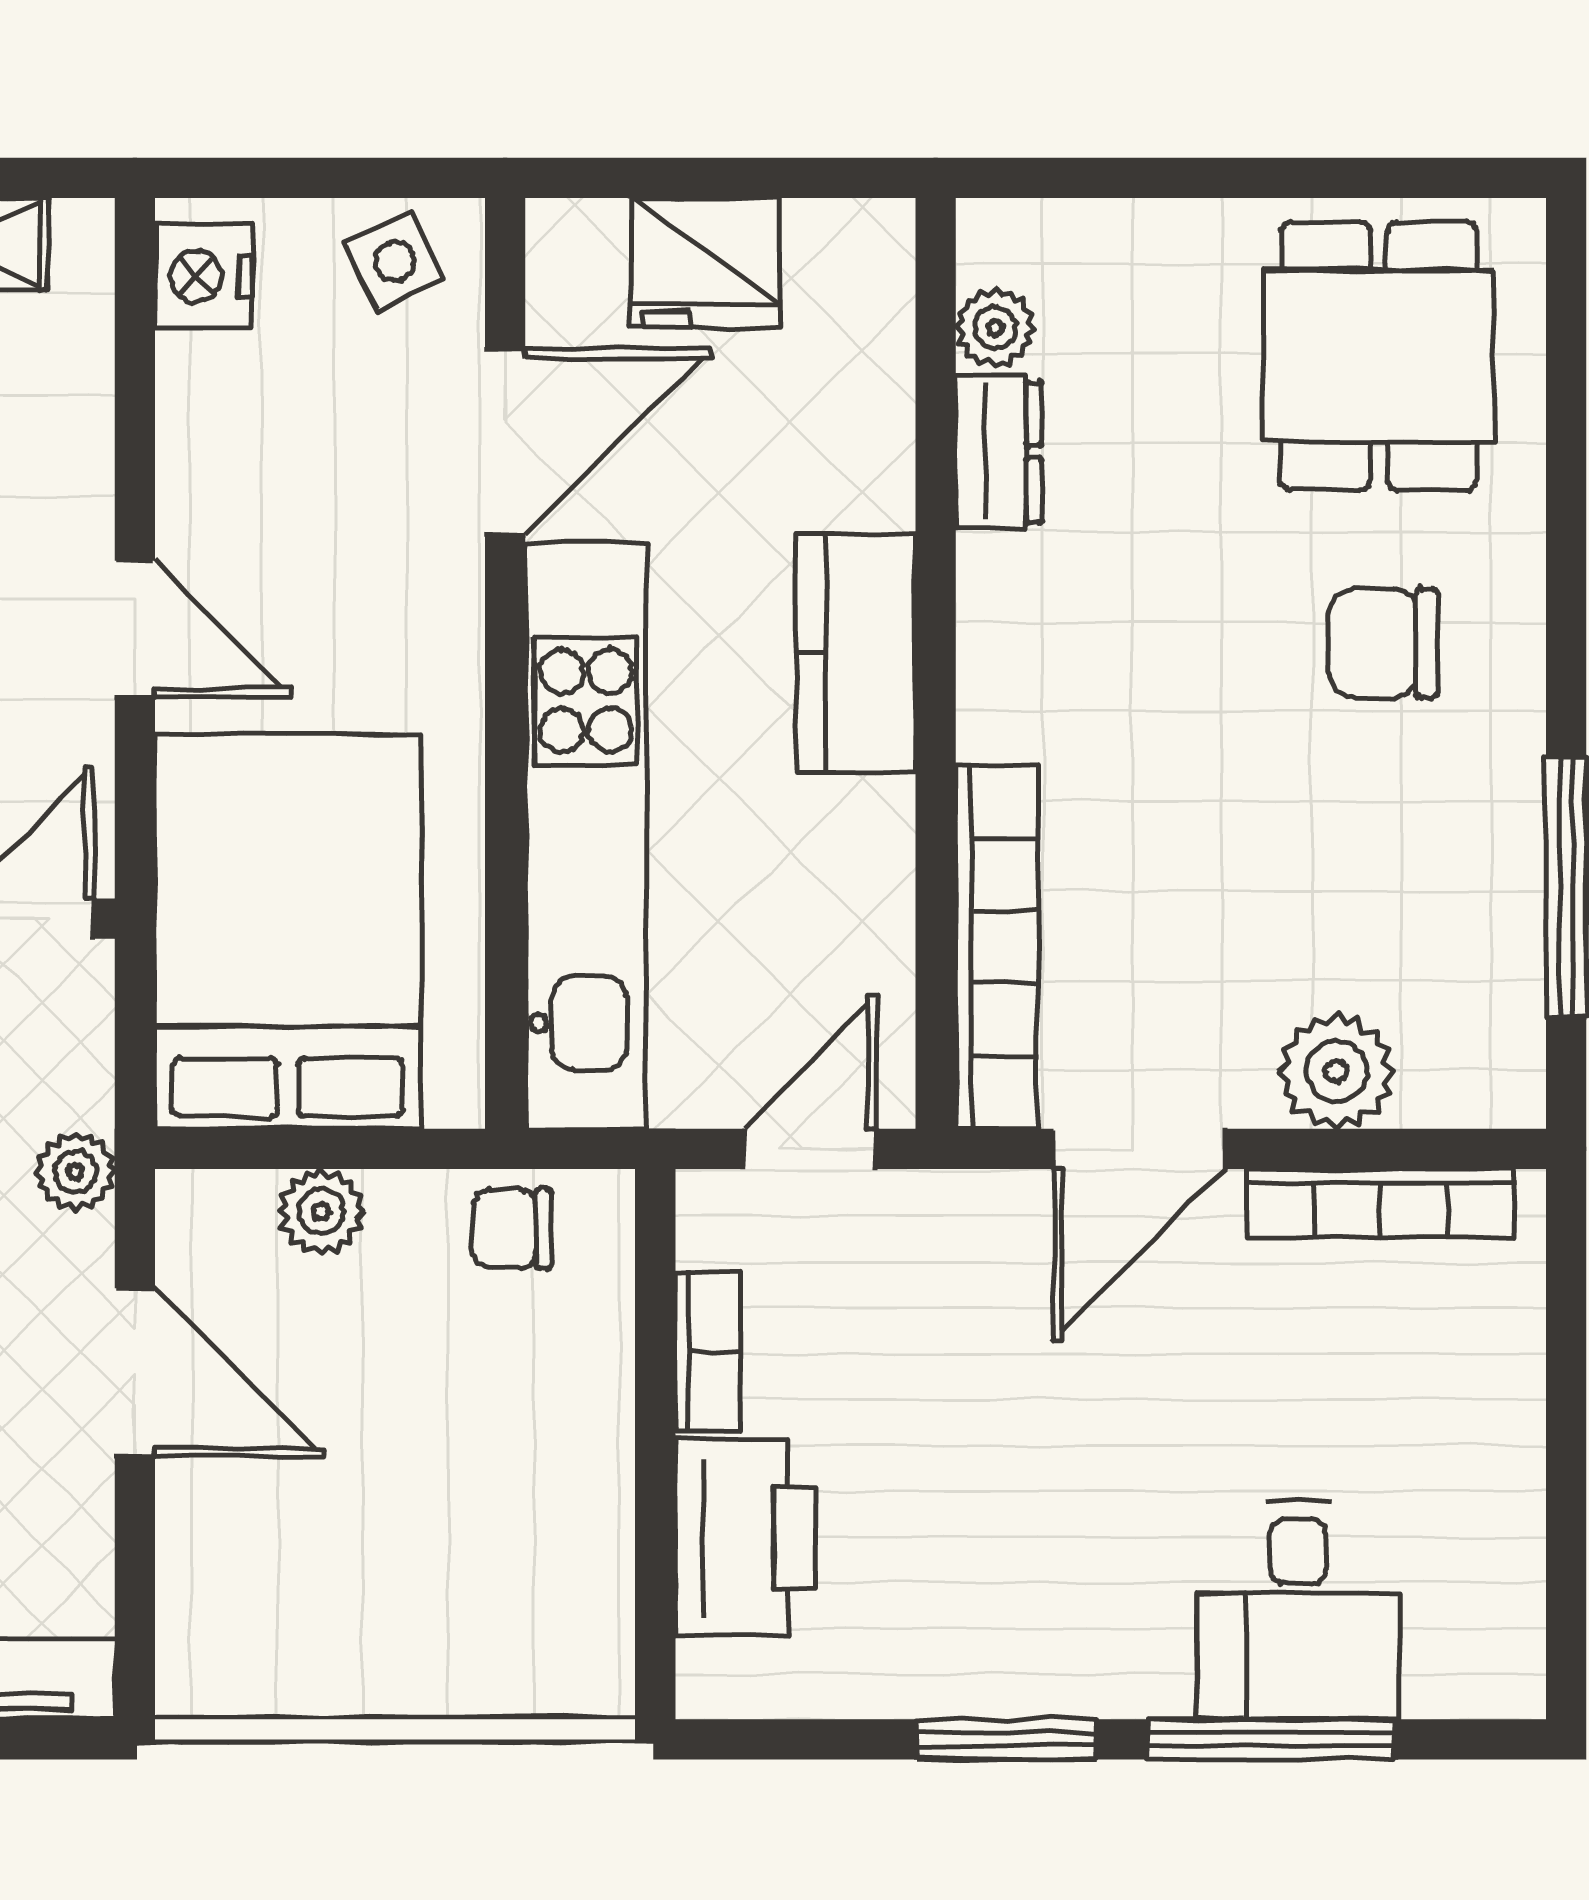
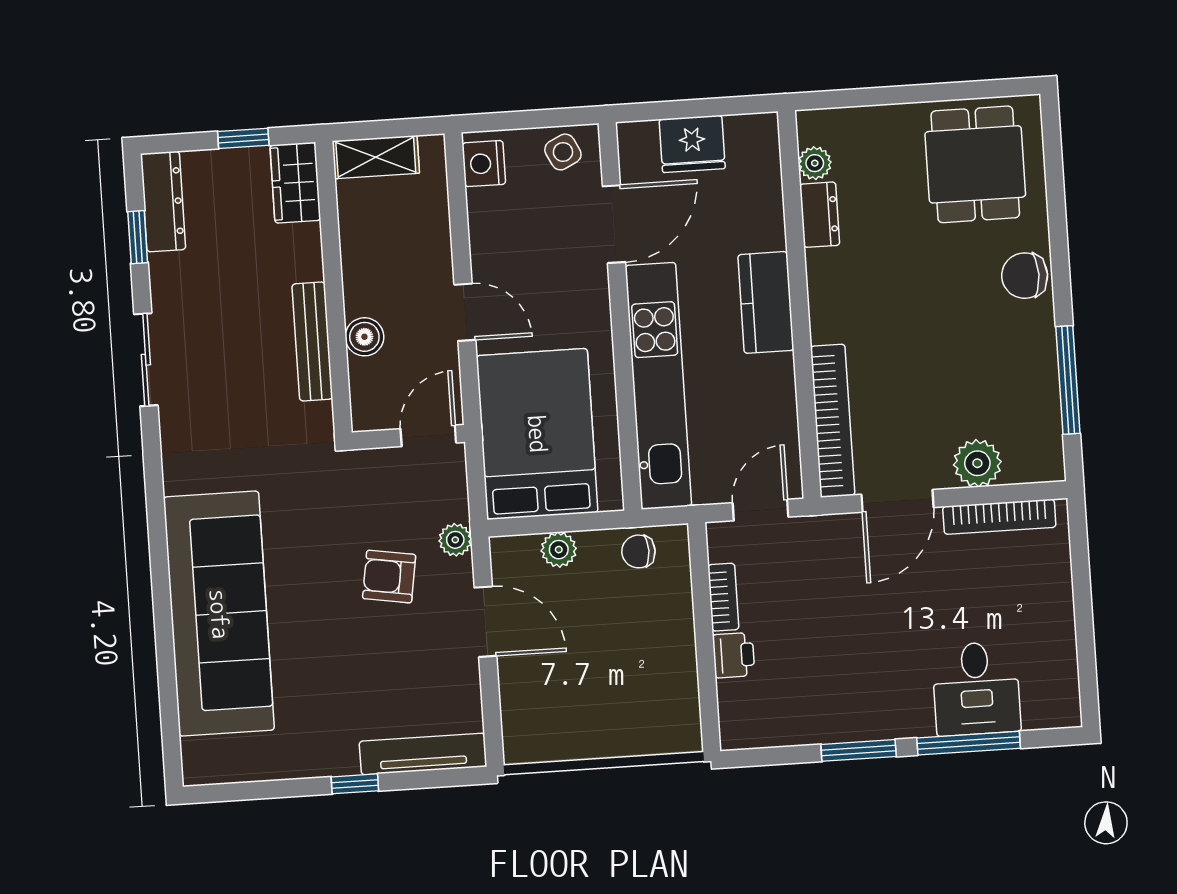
chair: (1383, 643) -> (1025, 276), moved
printer: (746, 1538) -> (734, 655), width x0.53, depth x0.68

